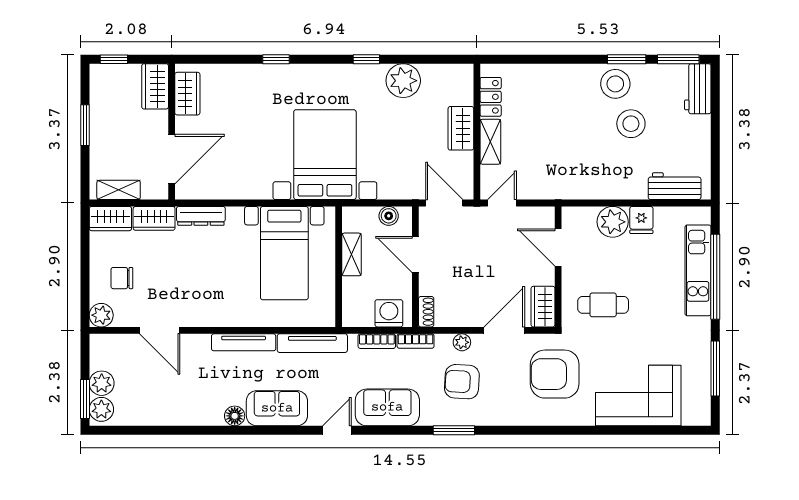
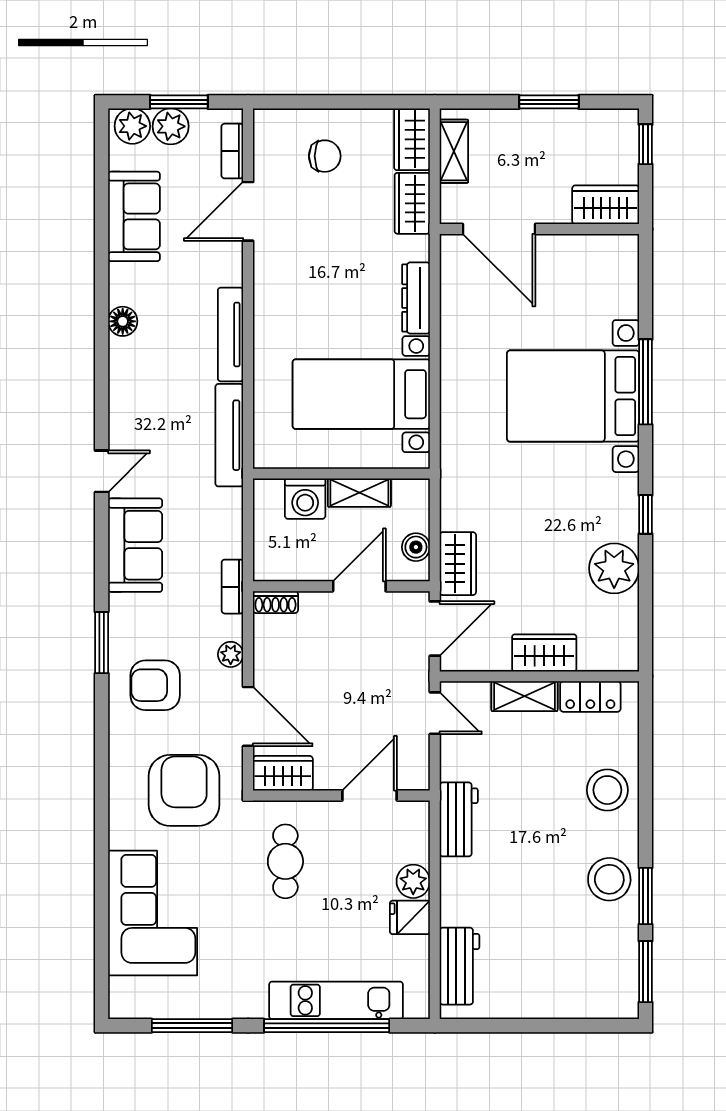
window: (276, 59) -> (646, 382), width x2.17
workbench: (698, 89) -> (459, 819), moved, turned 90
wardrobe: (187, 94) -> (458, 564), moved, turned -90
stool: (631, 124) -> (607, 790), moved
bed with nightstands: (325, 155) -> (573, 396), moved, turned 180
dresser: (201, 216) -> (416, 298), moved
plant: (613, 222) -> (413, 881), width x0.73, depth x0.73
chair: (122, 278) -> (325, 156), turned 90
washing machine: (389, 313) -> (305, 499), moved, turned 90
plant: (101, 315) -> (270, 126), removed
bookcase: (377, 341) -> (232, 151), moved
armchair: (462, 382) -> (155, 685), moved, turned -93
window: (85, 399) -> (179, 102), moved
sofa: (277, 408) -> (134, 216), moved
door: (337, 430) -> (102, 471), hinge flipped

